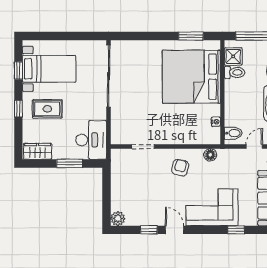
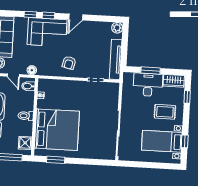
toilet: (235, 72) -> (26, 116), moved
window: (18, 109) -> (187, 97), moved
desk: (91, 140) -> (148, 85), moved, turned 90
door: (254, 146) -> (13, 75), hinge flipped
floor lamp: (210, 155) -> (32, 70), moved
tv unit: (117, 176) -> (116, 59), added
window: (149, 230) -> (48, 15), moved
door: (174, 230) -> (76, 17), hinge flipped

